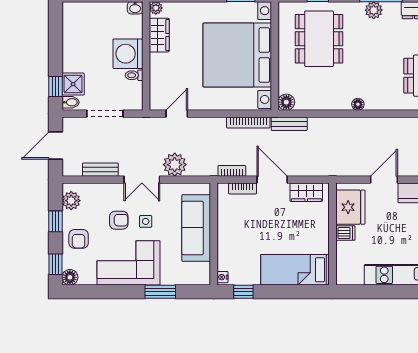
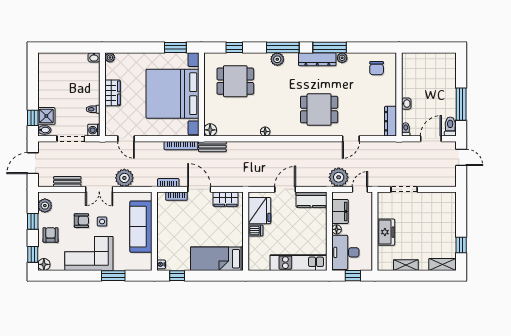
wardrobe: (159, 35) -> (113, 93), moved
dining table: (319, 39) -> (235, 81), width x0.73
washing machine: (128, 54) -> (94, 130), moved, width x0.53, depth x0.53
door: (177, 114) -> (126, 139), swing flipped
armchair: (79, 239) -> (51, 235), turned 180

